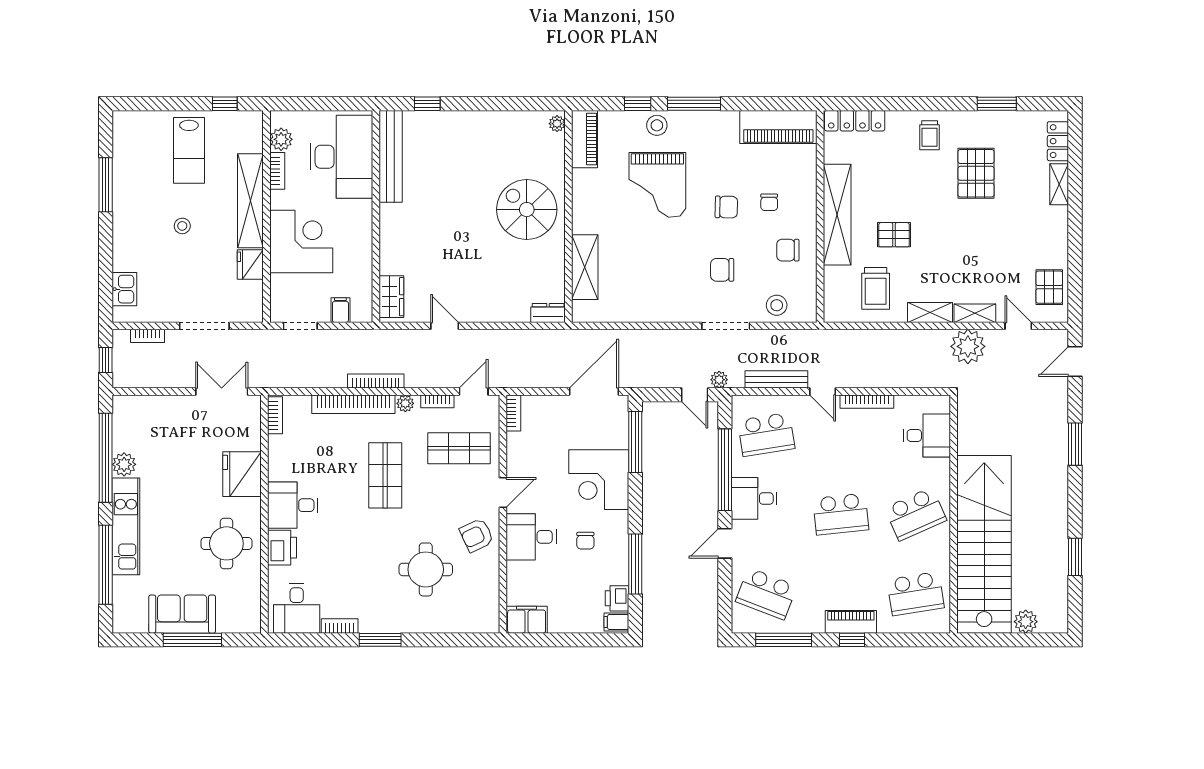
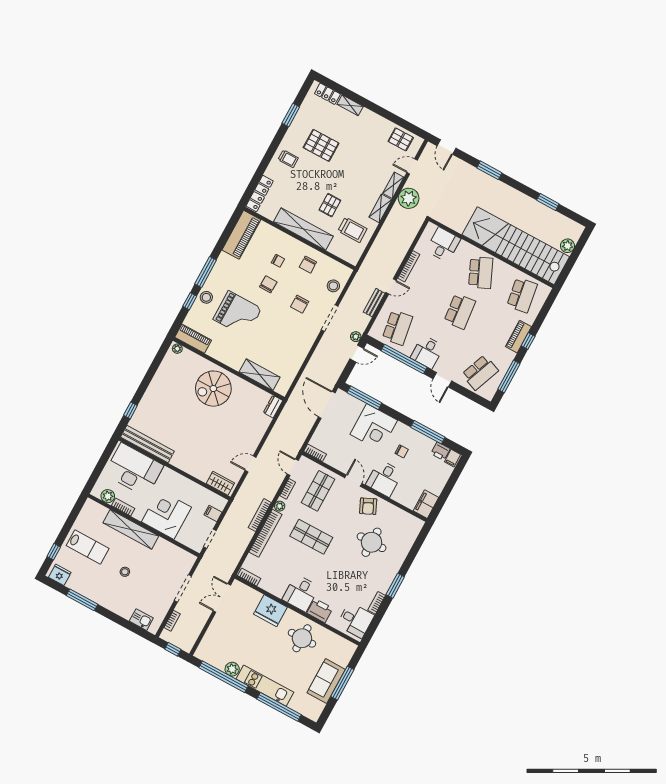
window: (225, 104) -> (54, 552), moved
fridge: (250, 265) -> (60, 575), moved, turned 180
bench: (776, 379) -> (374, 303), width x0.73

